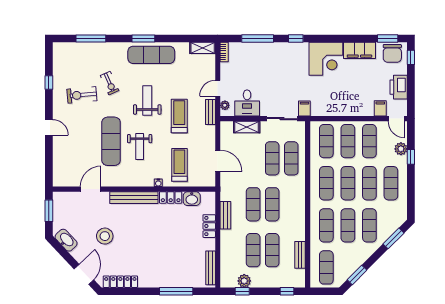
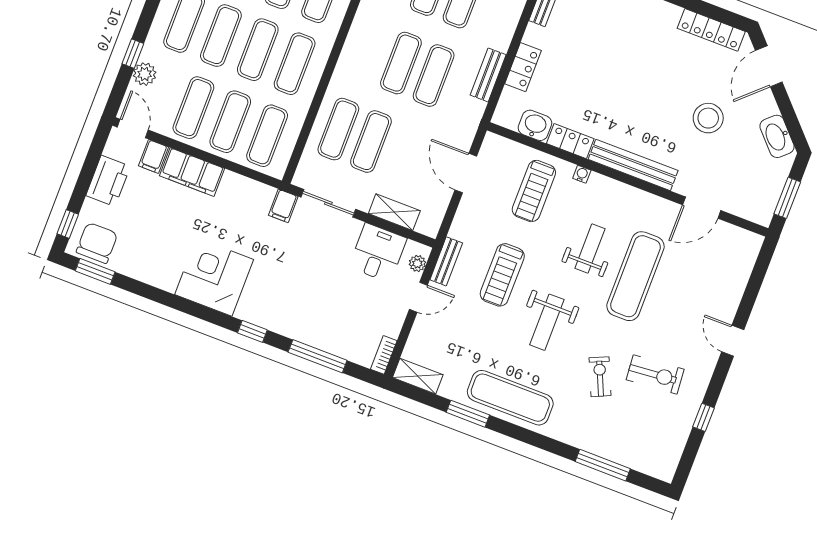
window: (143, 38) -> (468, 414), moved
filing cabinet: (359, 50) -> (192, 172), moved, turned 180

